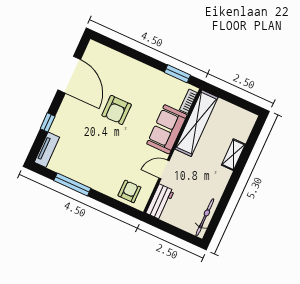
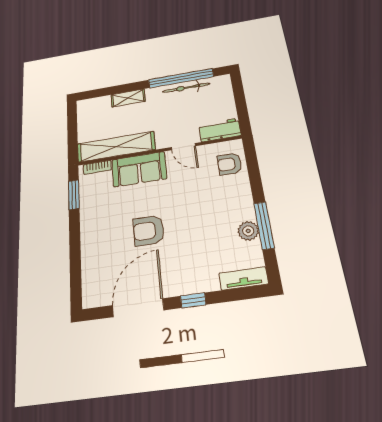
armchair: (117, 110) -> (149, 231), turned 180
window: (48, 122) -> (193, 300), moved
plant: (75, 172) -> (248, 231), added
window: (224, 202) -> (181, 78), added
bicycle: (205, 217) -> (186, 88), moved

